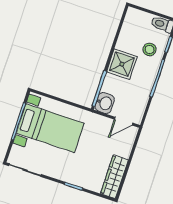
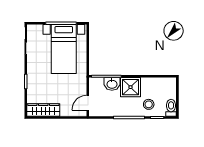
washbasin: (105, 103) -> (112, 84), moved
door: (124, 121) -> (88, 103), hinge flipped

